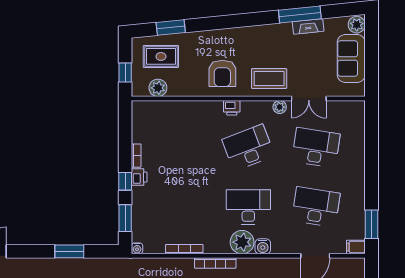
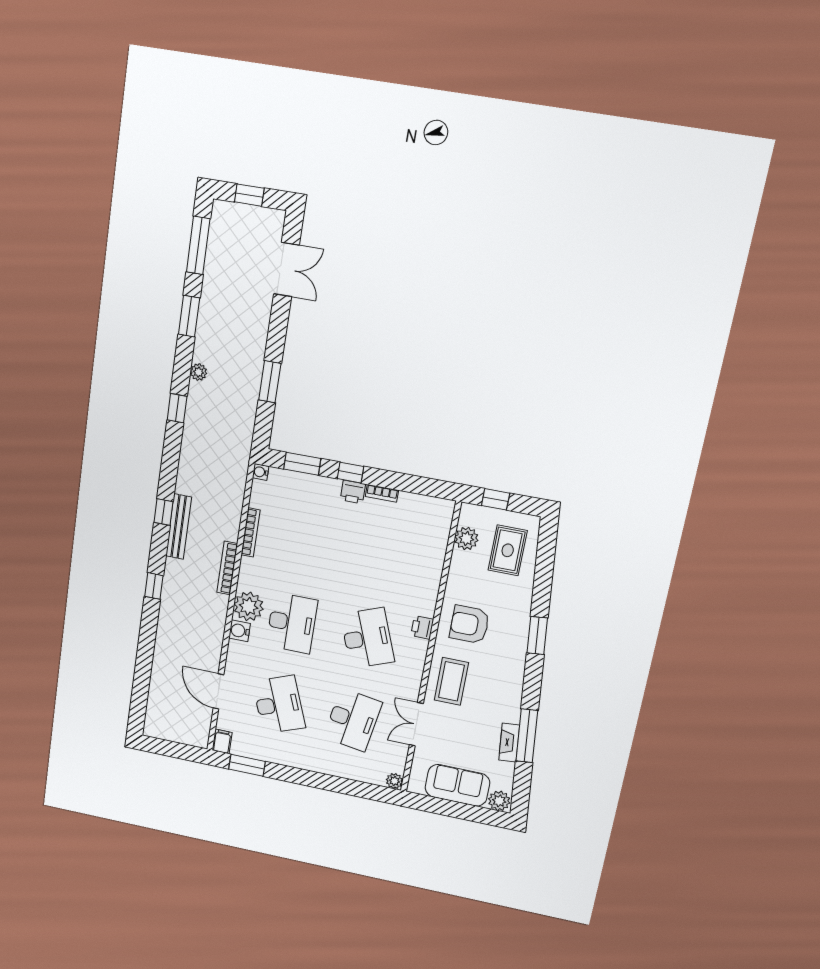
window: (171, 27) -> (537, 636), moved
plant: (280, 107) -> (394, 781), moved
desk: (316, 207) -> (279, 705), turned -30

